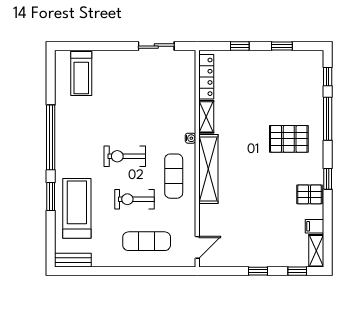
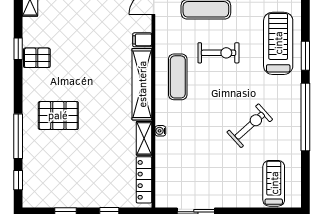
water cooler: (190, 138) -> (160, 131), moved
exercise bike: (125, 156) -> (250, 126), moved, turned -42
window: (328, 179) -> (18, 49), moved
treadmill: (77, 208) -> (278, 43), turned 180
filing cabinet: (314, 226) -> (142, 40), moved, turned 180

